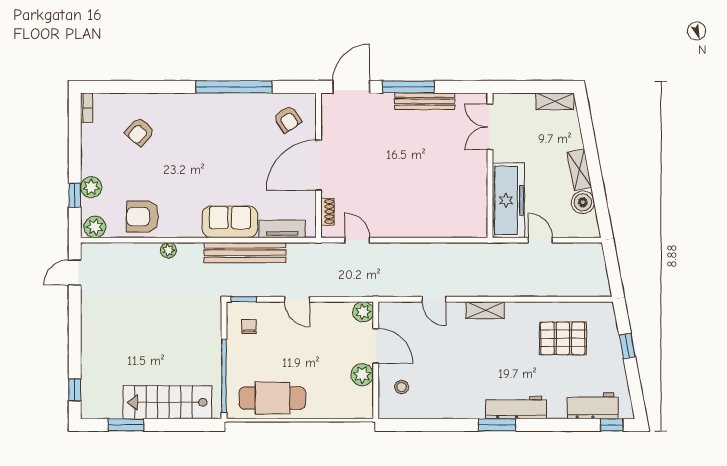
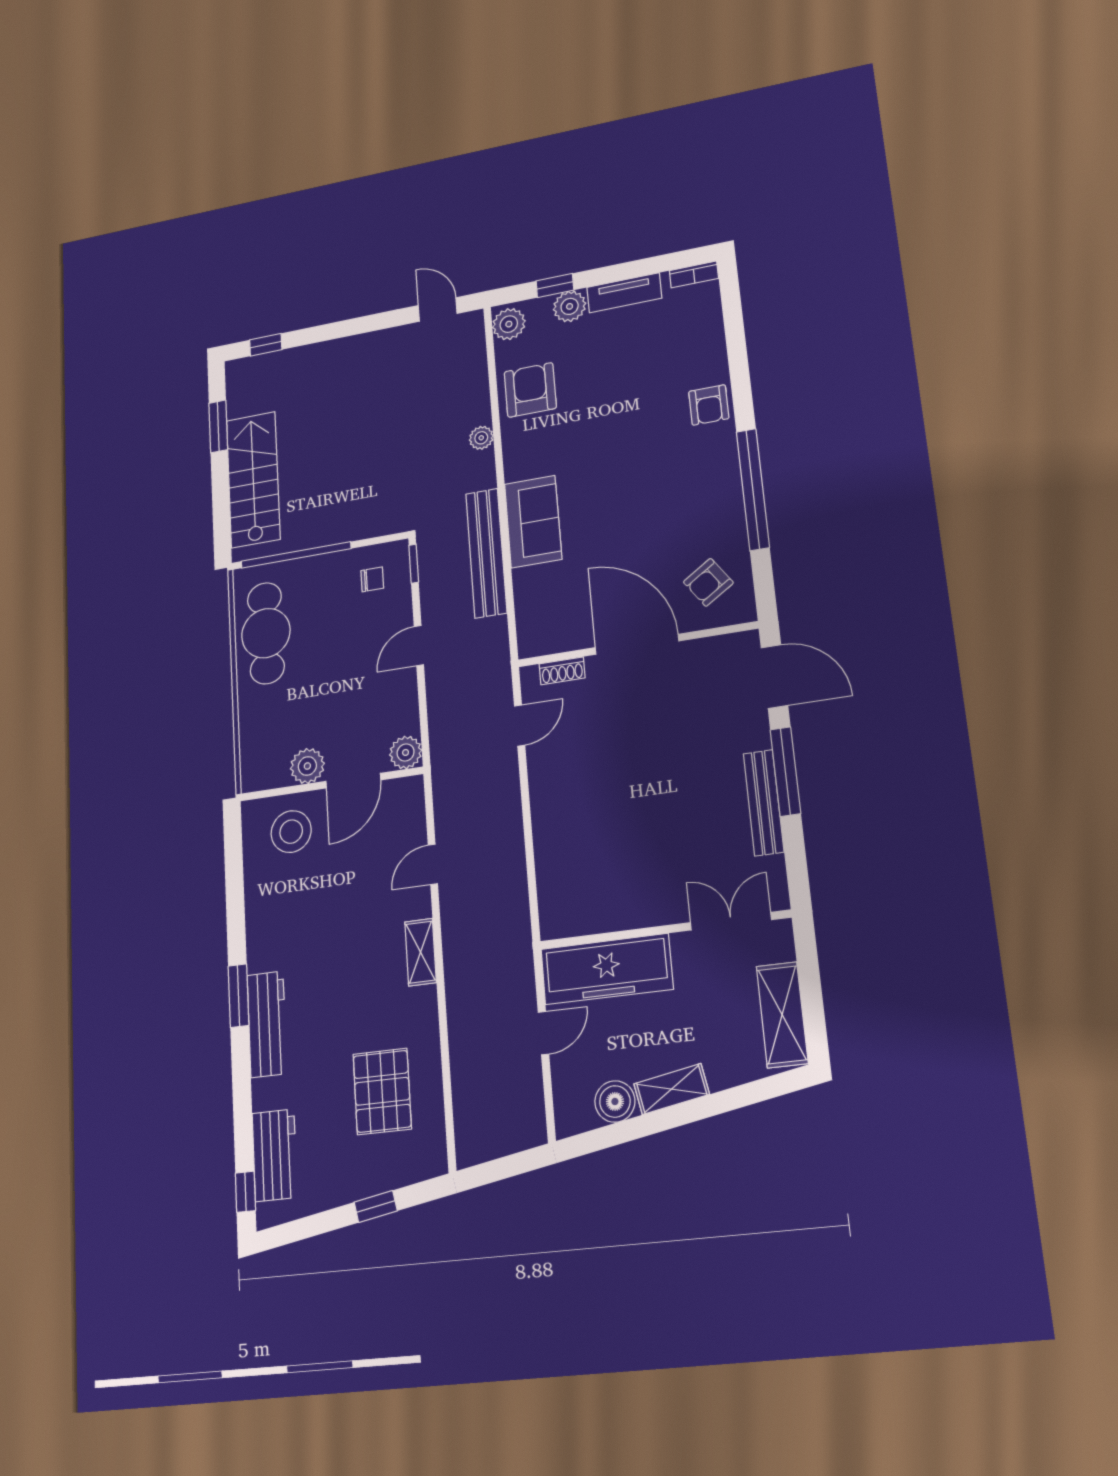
shelving: (555, 101) -> (782, 1015), width x1.50, depth x1.33
armchair: (140, 132) -> (709, 405), moved, turned -131
tv unit: (282, 229) -> (624, 293), moved, turned 90
stool: (402, 387) -> (291, 832), width x1.89, depth x1.89

